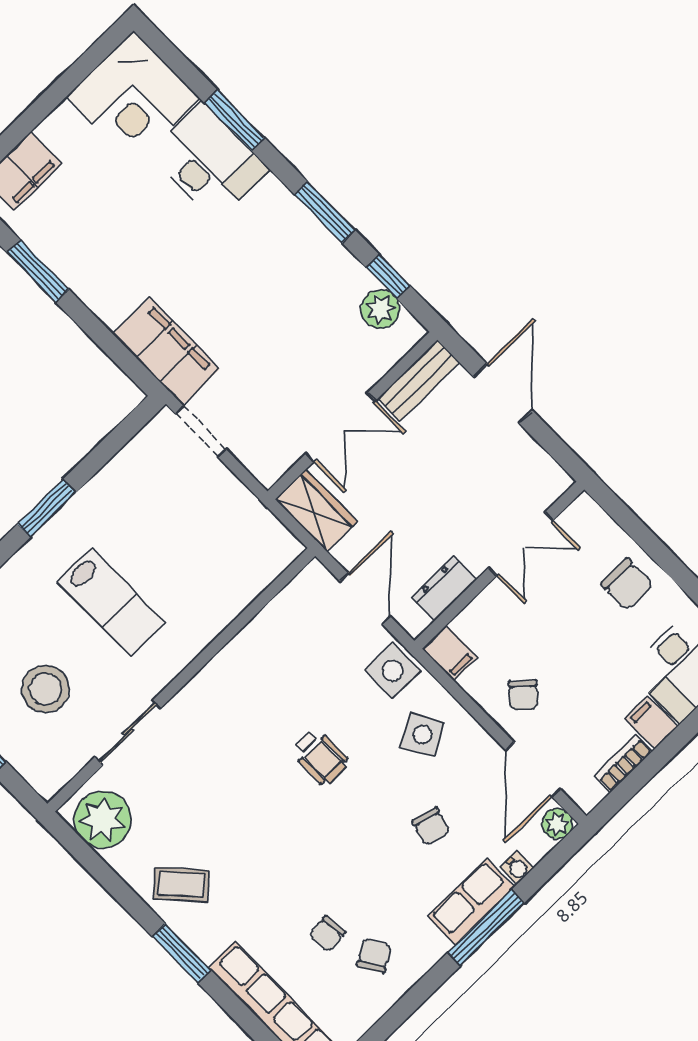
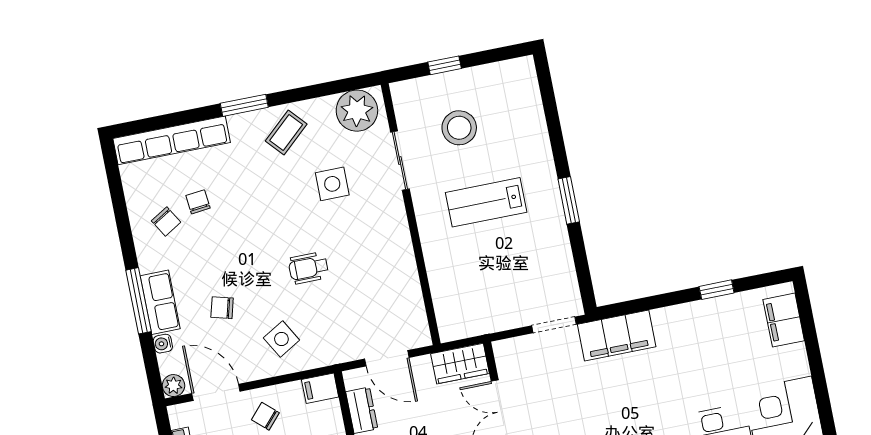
window: (38, 271) -> (717, 290), width x0.67
side table: (393, 671) -> (332, 184), moved

